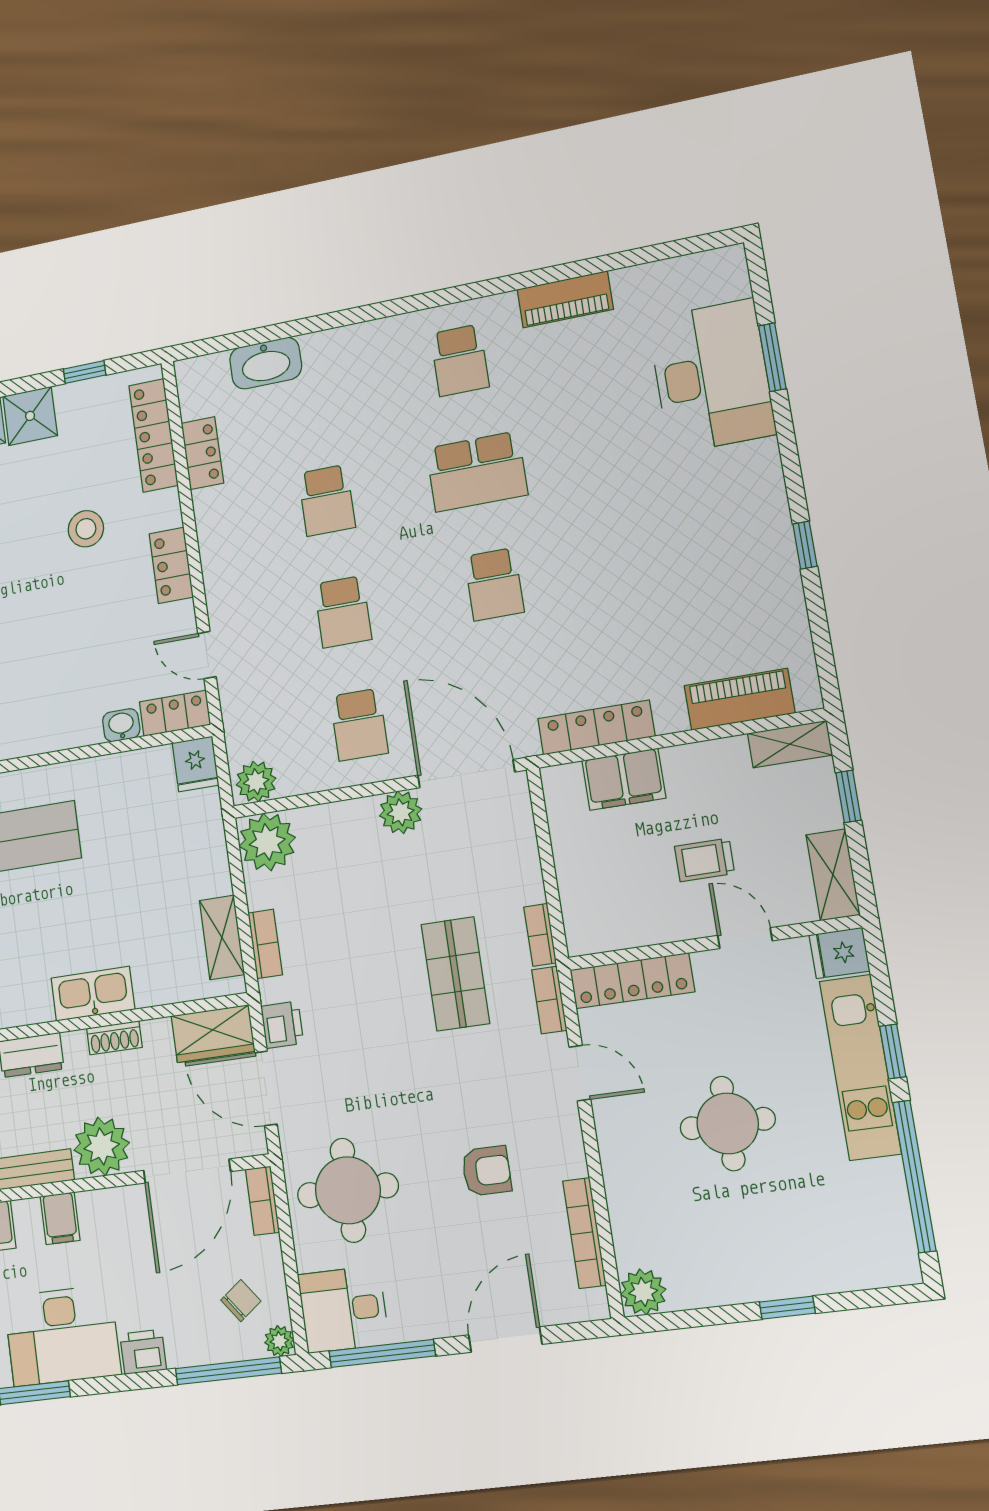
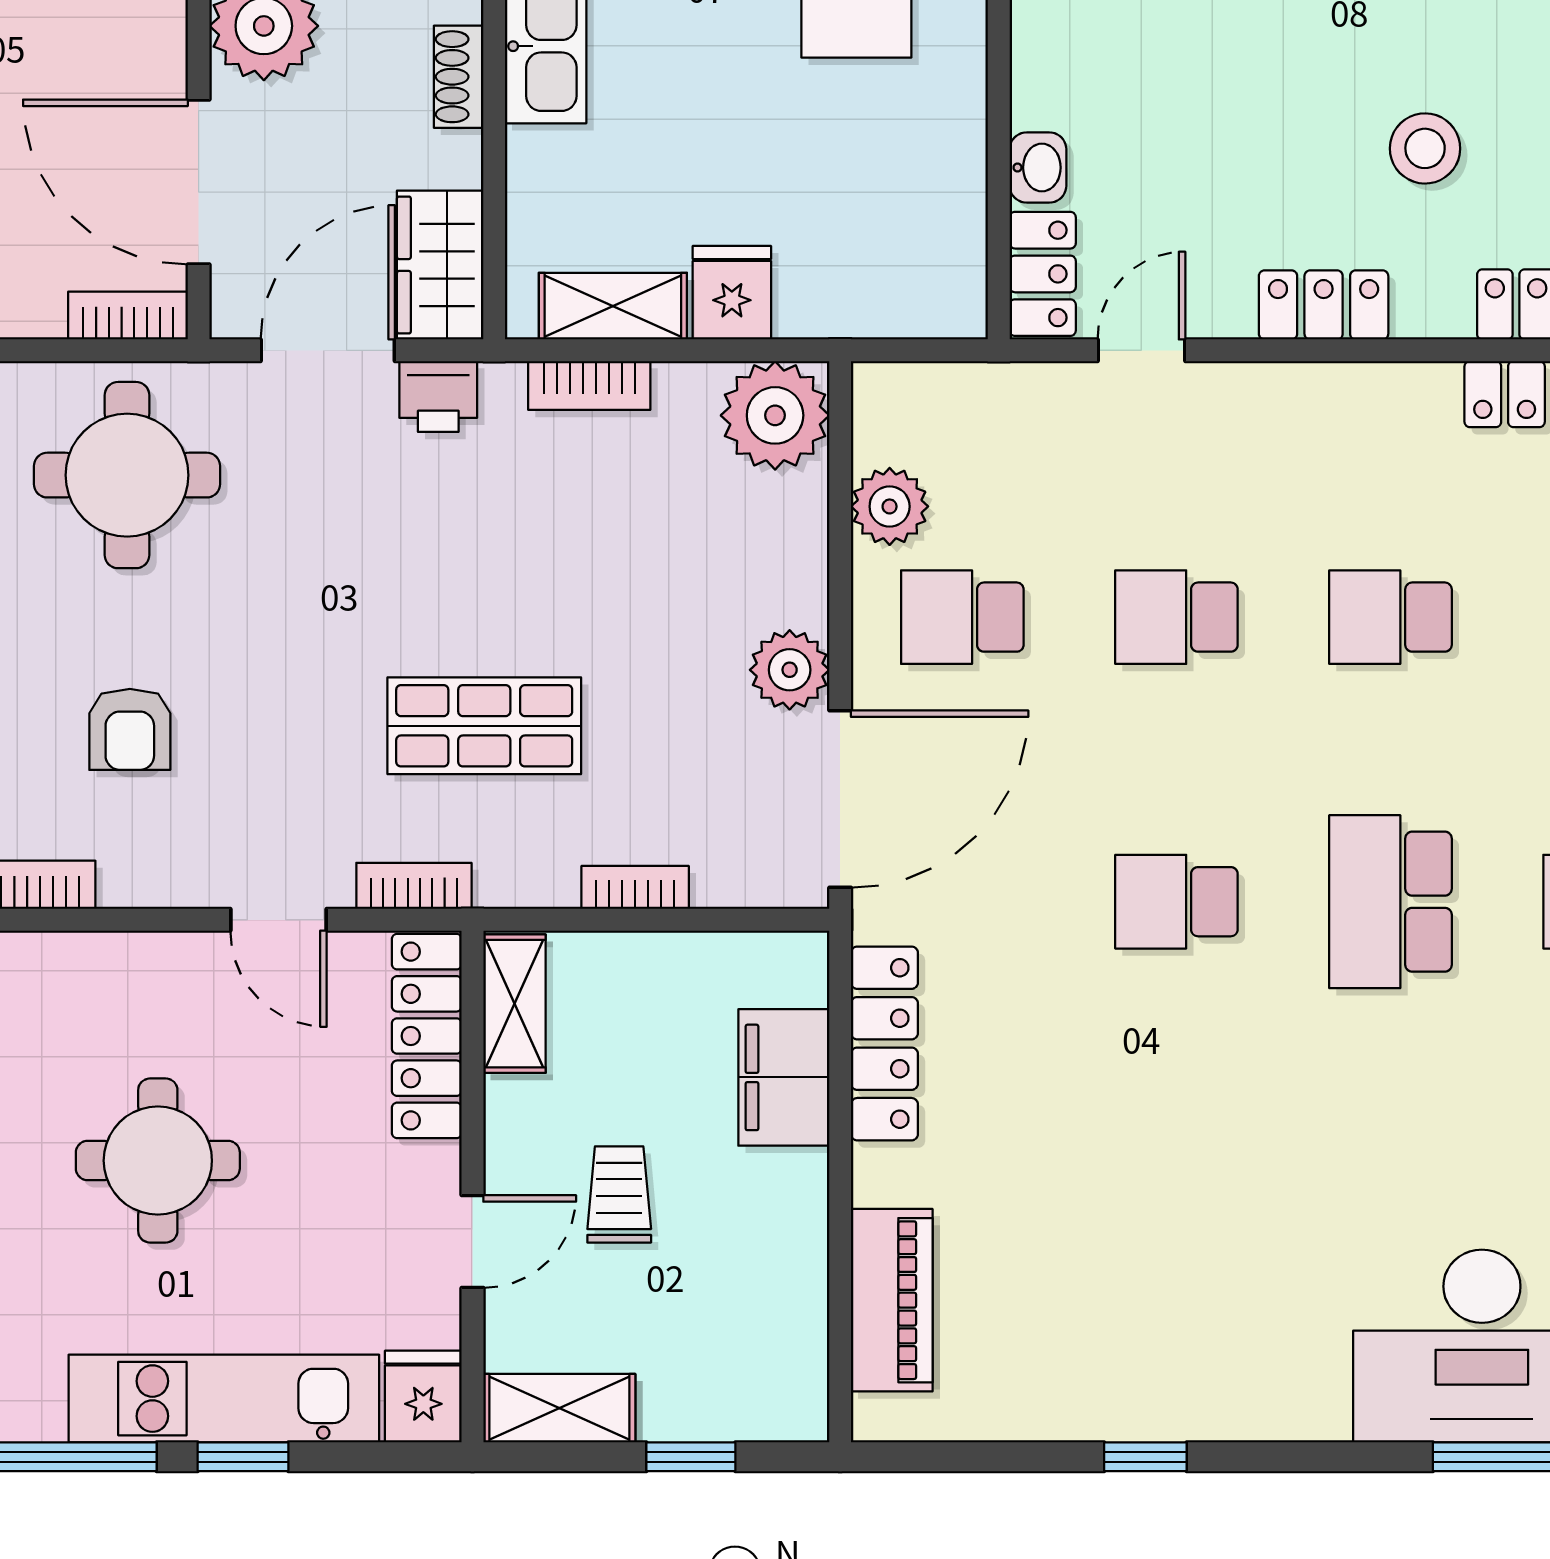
shelving: (790, 744) -> (515, 1004), moved
fridge: (196, 764) -> (732, 293), moved, turned 90
plant: (256, 782) -> (890, 506), moved
bookcase: (540, 935) -> (635, 887), moved
door: (580, 1073) -> (279, 920), hinge flipped

